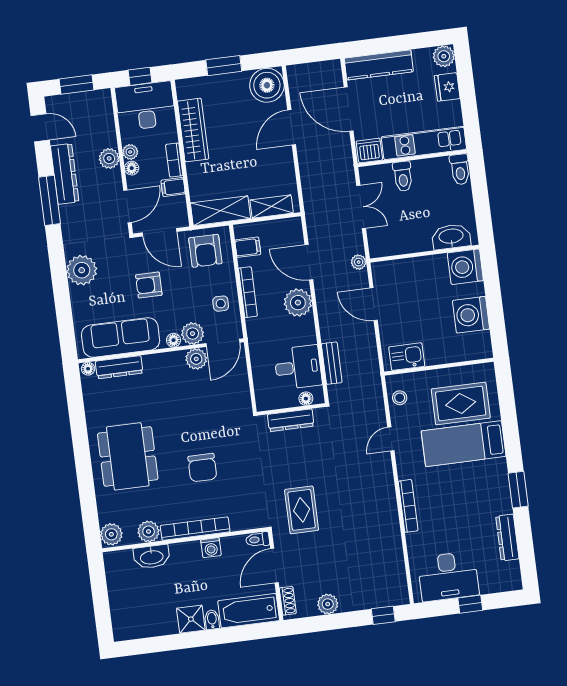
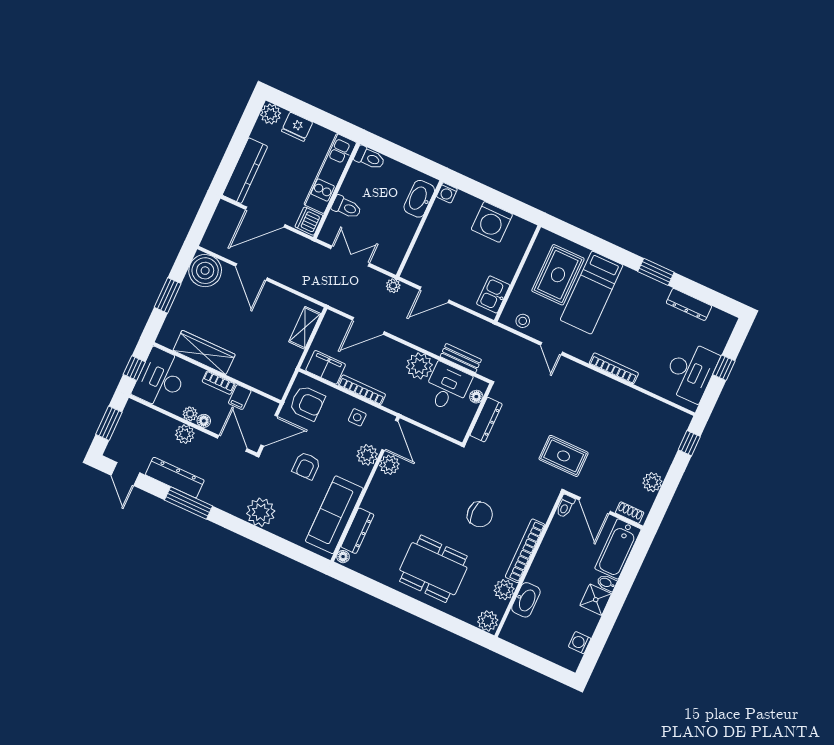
door: (40, 128) -> (125, 474), swing flipped
shelving: (221, 211) -> (283, 371), removed
filing cabinet: (248, 247) -> (326, 367), width x2.00
washing machine: (465, 267) -> (447, 193), width x0.53, depth x0.53
plant: (298, 303) -> (419, 366), moved
floor lamp: (174, 340) -> (363, 474), removed
washing machine: (211, 548) -> (580, 643), moved, turned 180

